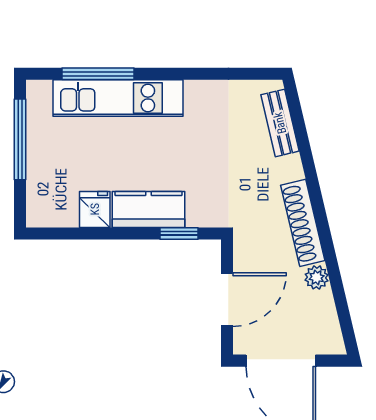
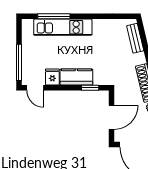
window: (20, 139) -> (19, 62), moved
door: (56, 234) -> (35, 88), added

